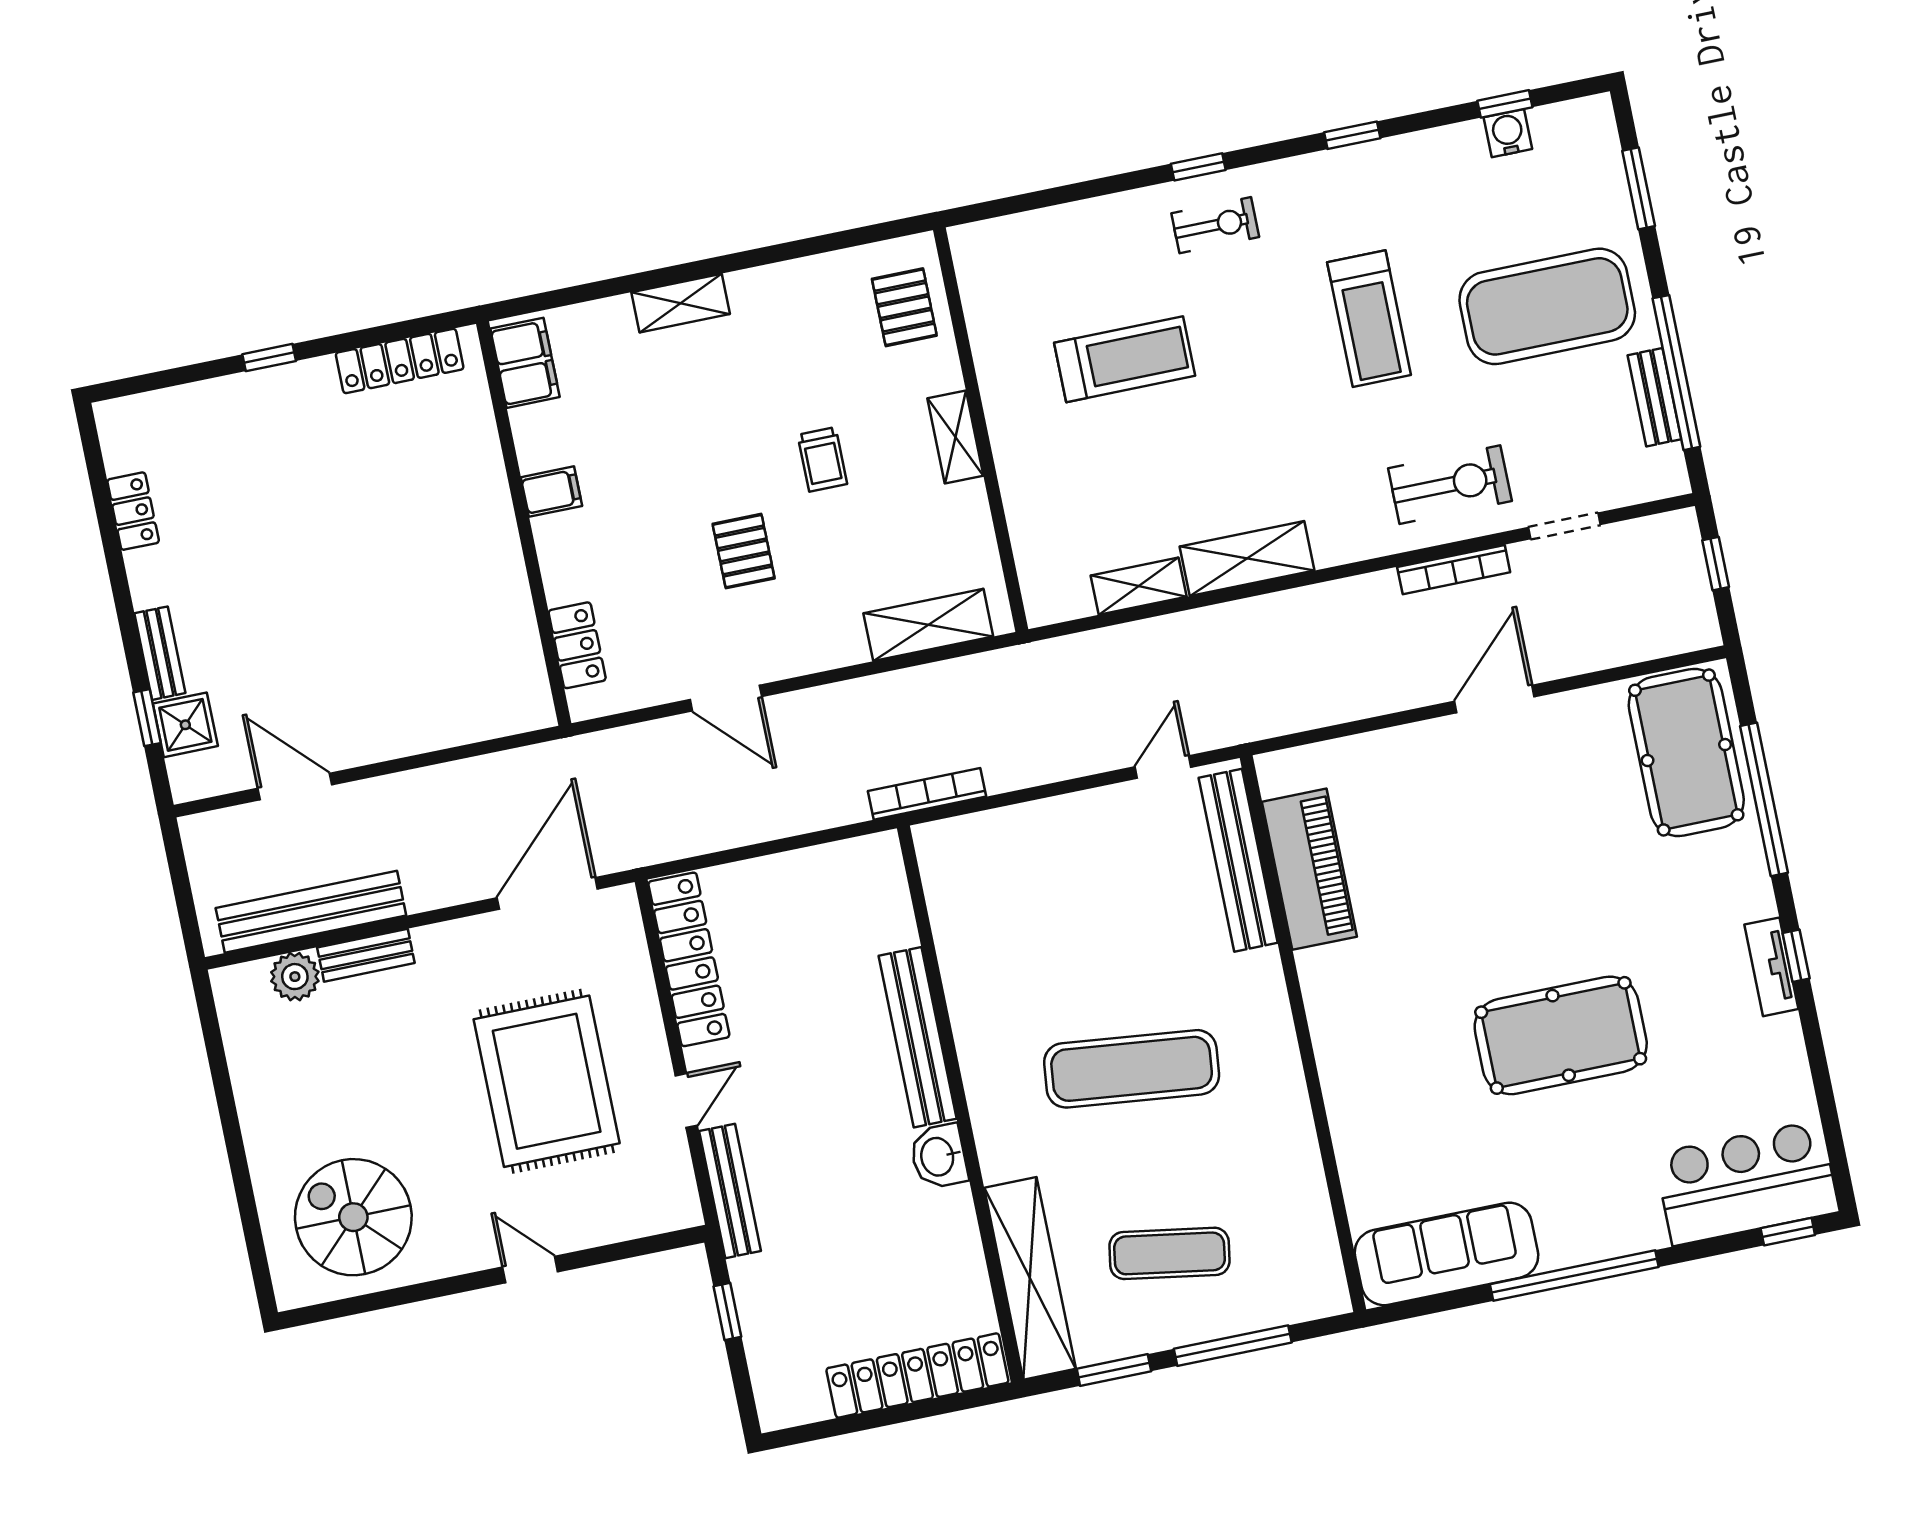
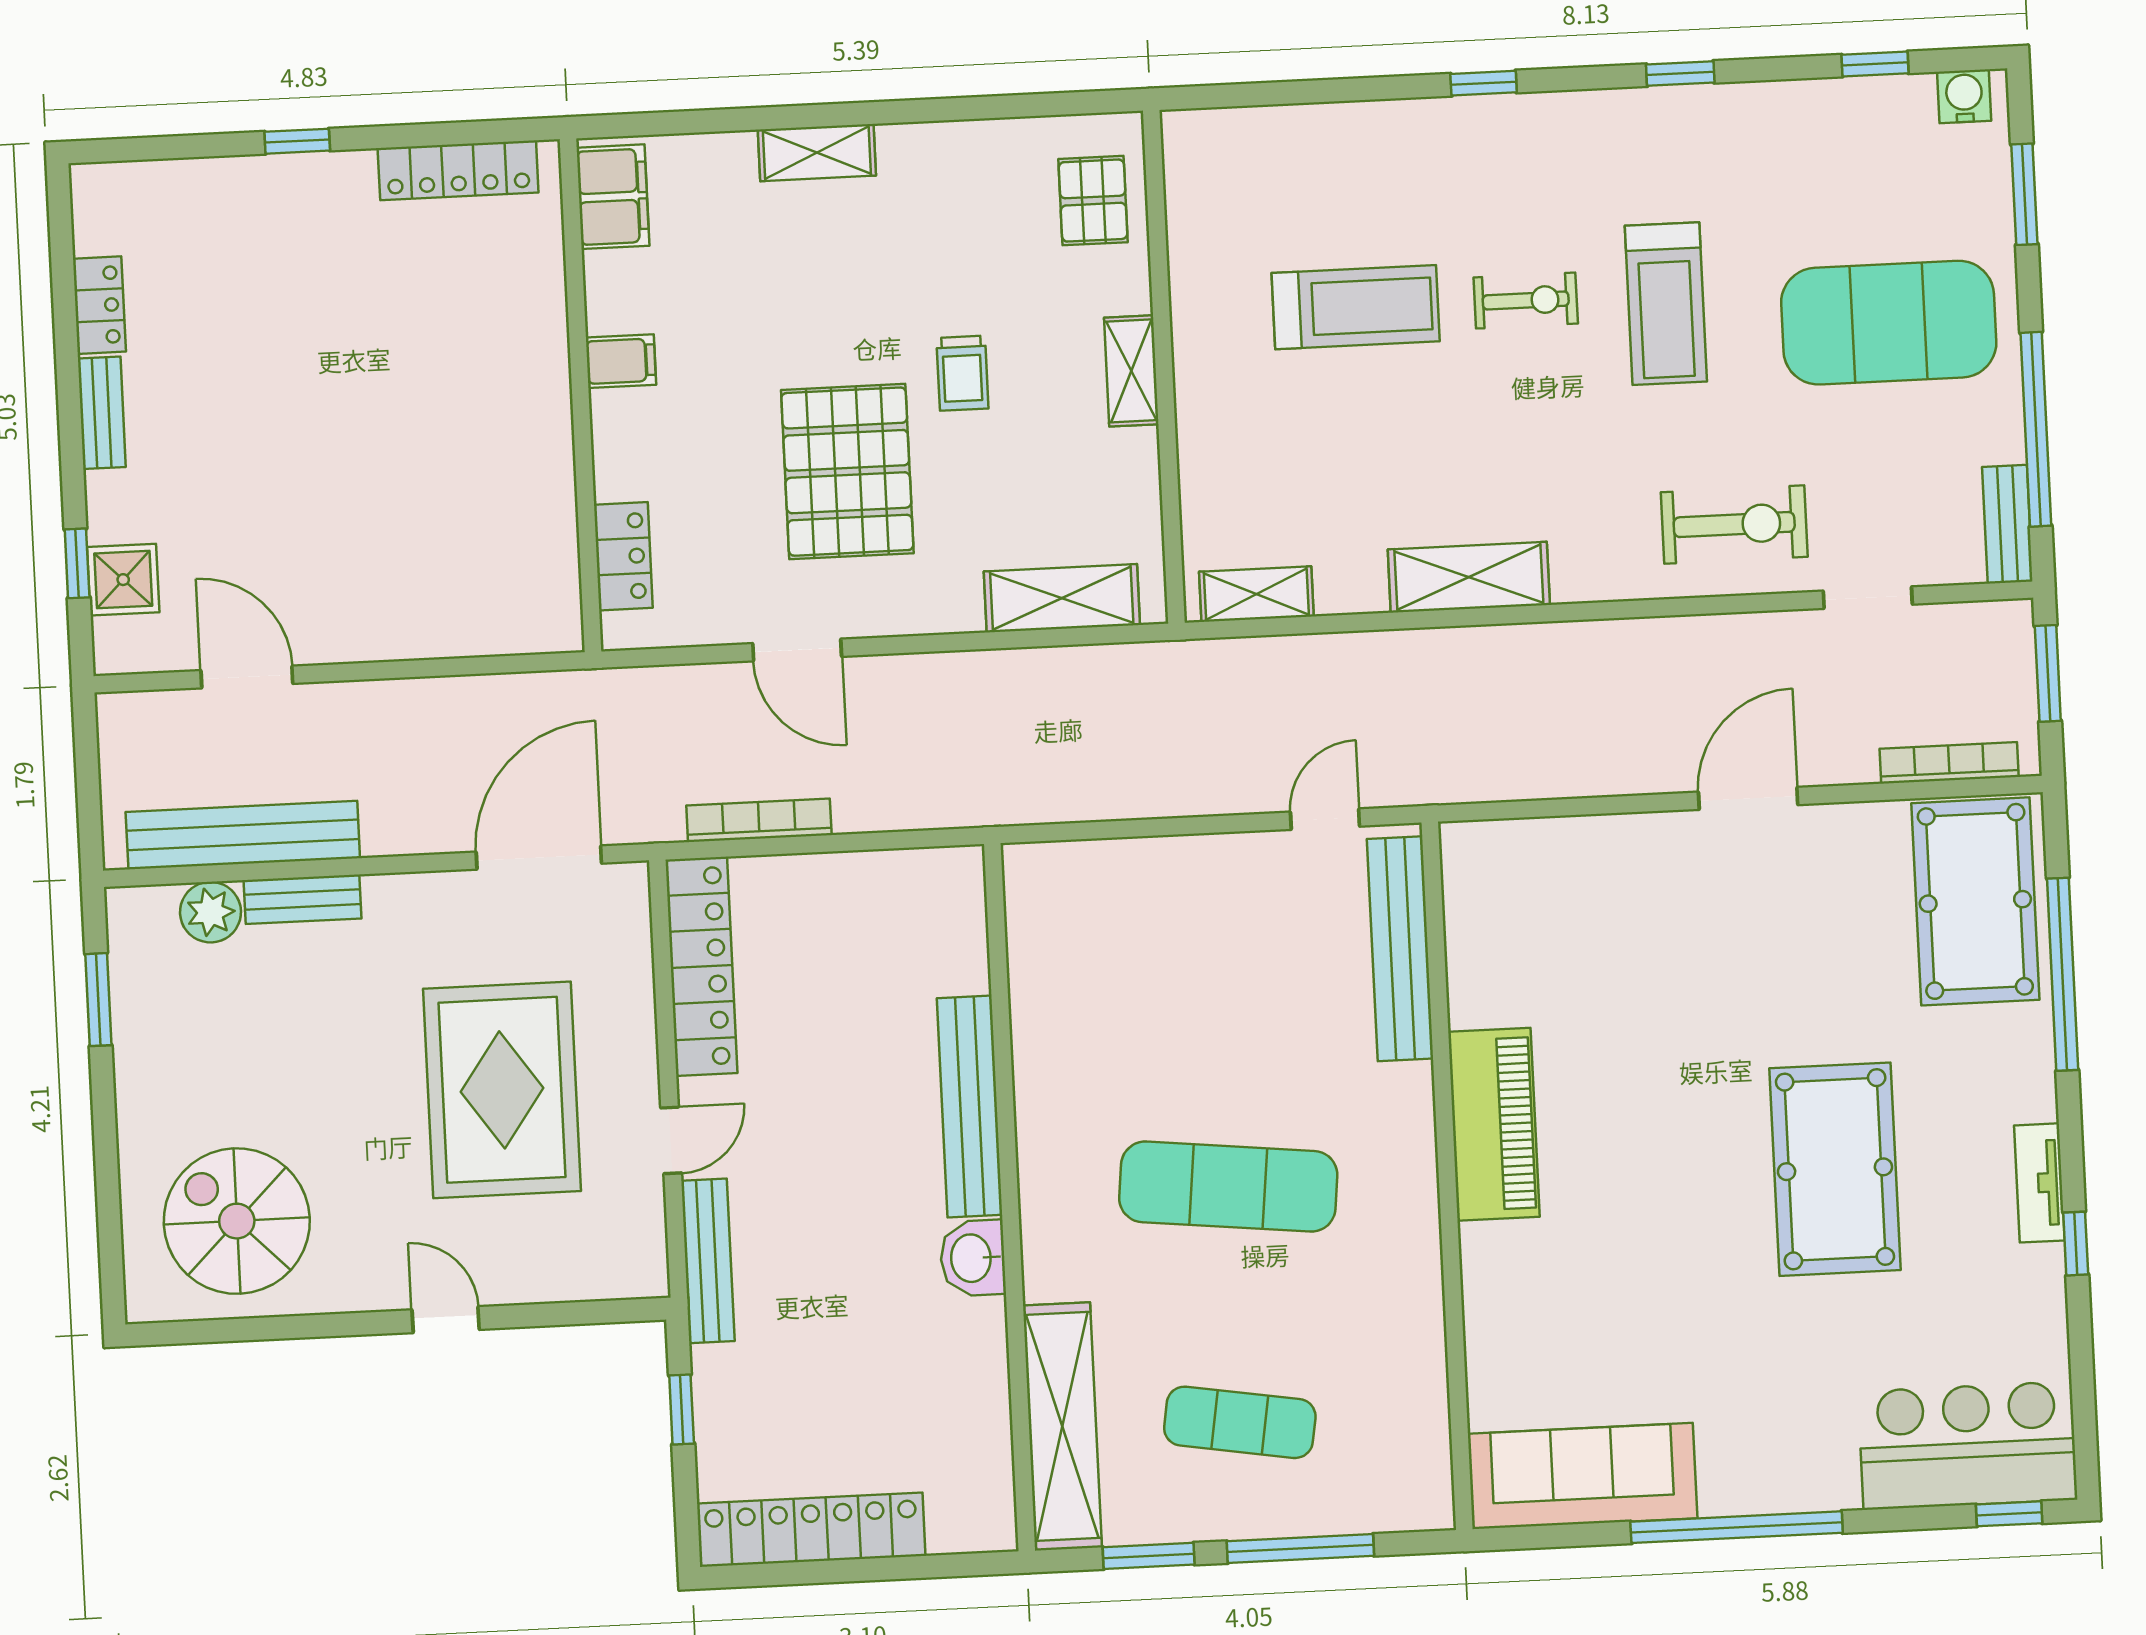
water cooler: (1508, 133) -> (1964, 96), moved
exercise bike: (1215, 225) -> (1526, 301), moved
bench: (1654, 397) -> (2007, 524), moved
pallet: (744, 551) -> (847, 472), width x2.05, depth x2.00
window: (1716, 564) -> (2048, 673), width x1.50
bookcase: (1454, 570) -> (1949, 763), moved, turned 180
shelving: (1139, 586) -> (1256, 594), moved
bench: (160, 653) -> (102, 413), moved
bookcase: (927, 794) -> (759, 820), moved
piano: (1309, 869) -> (1494, 1124), moved
window: (1796, 956) -> (2076, 1244), moved
pool table: (1561, 1035) -> (1835, 1169), moved, turned 90
window: (217, 1059) -> (98, 1000), added
locker: (917, 1376) -> (811, 1530), moved

